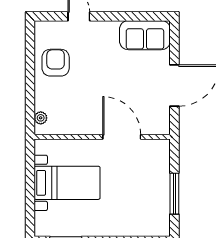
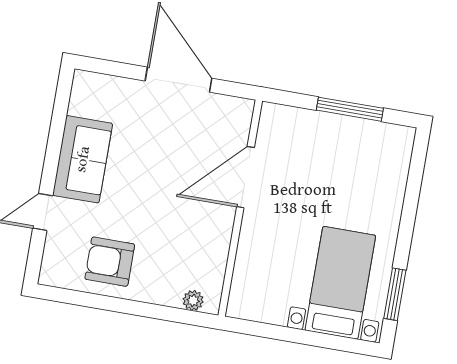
sofa: (145, 35) -> (83, 159), moved
bed with nightstands: (67, 183) -> (340, 283), moved

